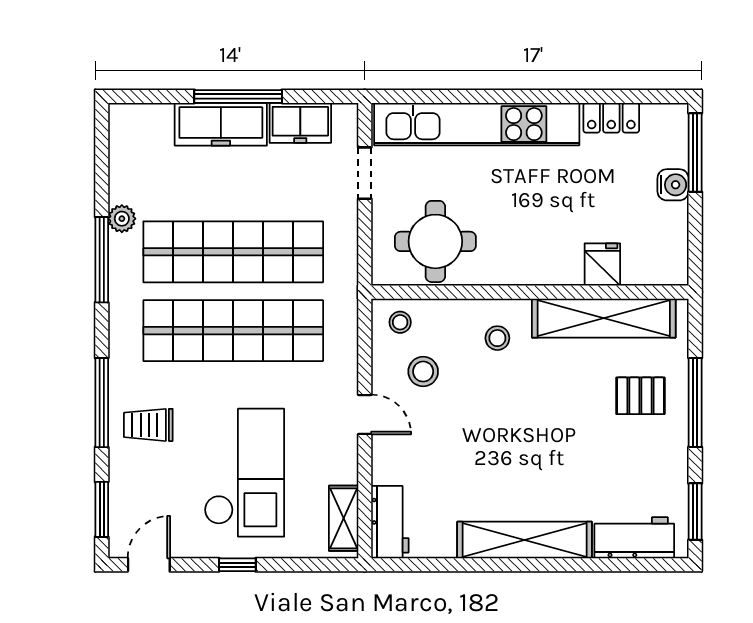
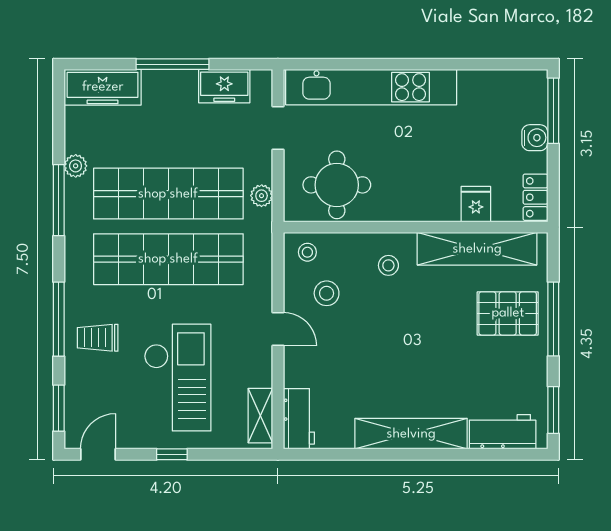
locker: (611, 118) -> (535, 197), moved, turned 90
freezer: (221, 124) -> (103, 87), moved
plant: (345, 254) -> (262, 196), added
pallet: (640, 396) -> (508, 313), width x1.50, depth x1.42

